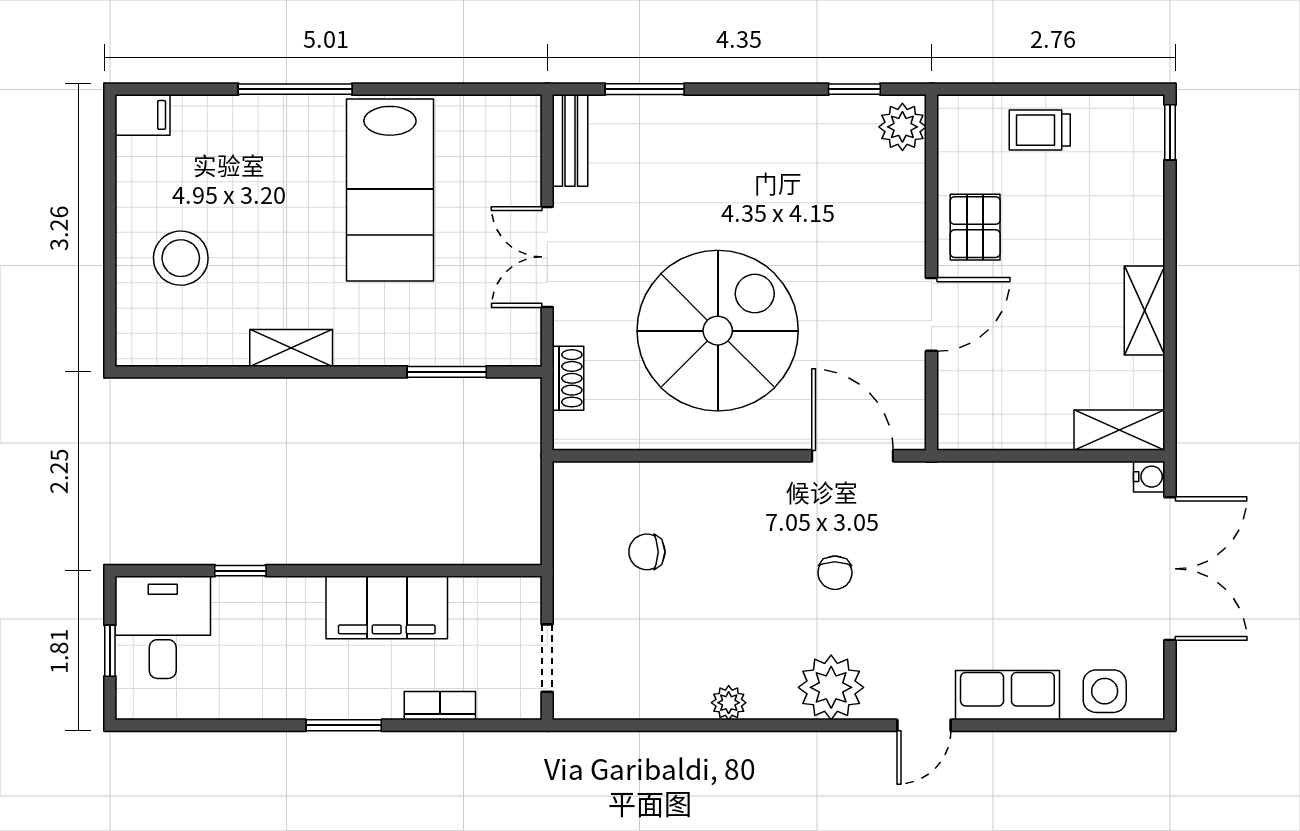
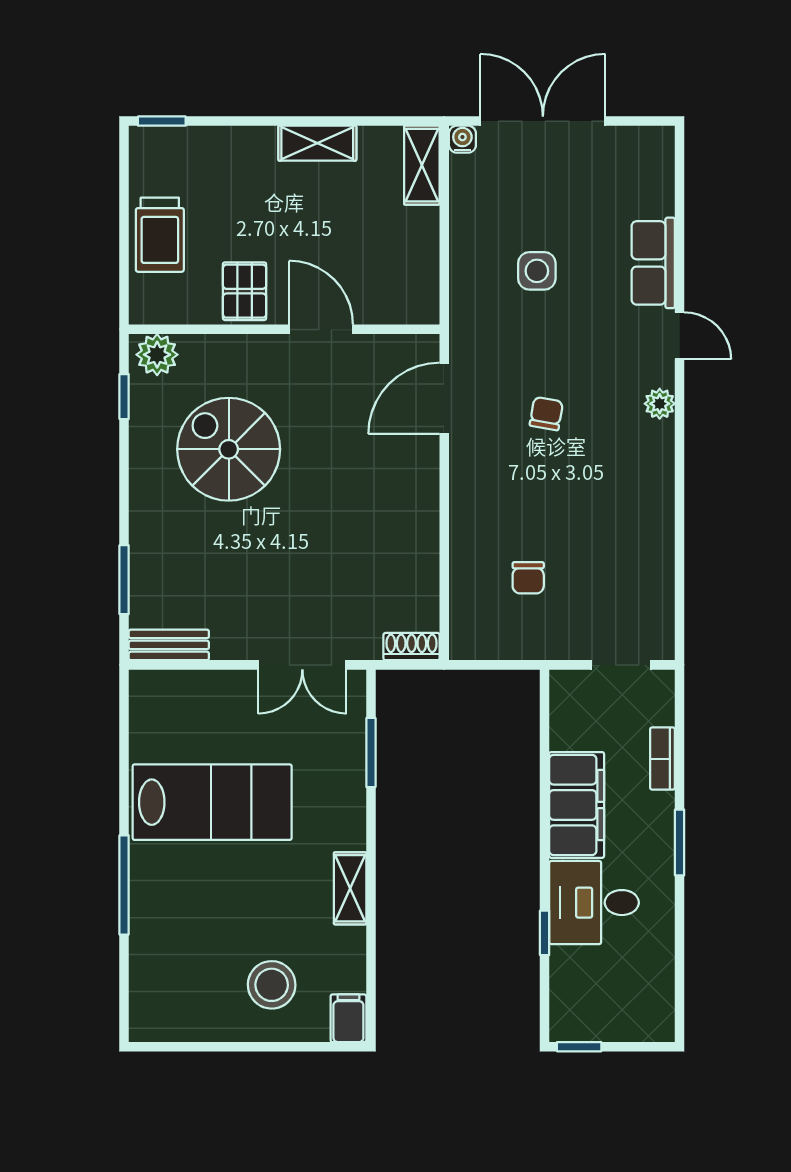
filing cabinet: (142, 115) -> (348, 1018), moved
trolley: (1040, 130) -> (160, 235), width x1.36, depth x1.39
pallet: (975, 227) -> (245, 291), turned 90
double door: (547, 257) -> (302, 665), moved
spiral stairs: (718, 331) -> (229, 449), moved, width x0.73, depth x0.73
shoe rack: (568, 378) -> (412, 647), moved
chair: (835, 573) -> (546, 414), turned -80
desk: (163, 627) -> (594, 903), moved
window: (110, 651) -> (579, 1047), moved
plant: (831, 687) -> (660, 404), width x0.53, depth x0.53
side table: (1105, 691) -> (537, 271), moved
plant: (729, 703) -> (660, 506), removed

